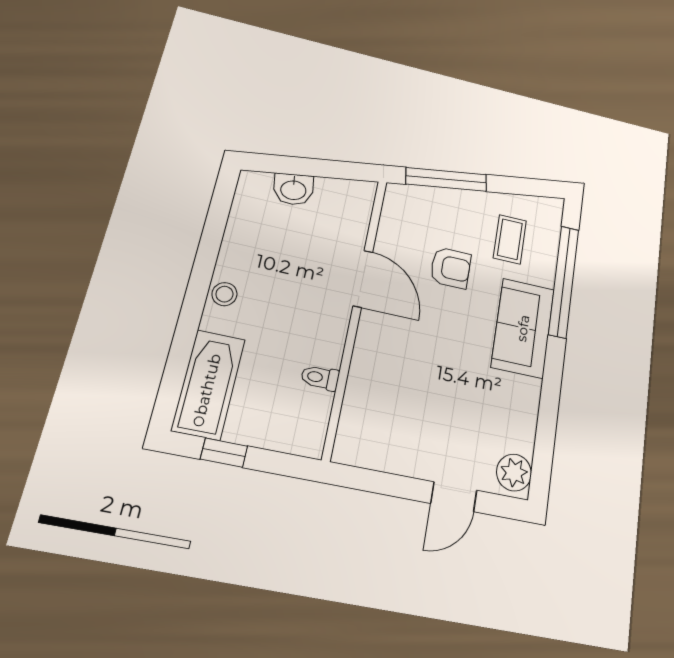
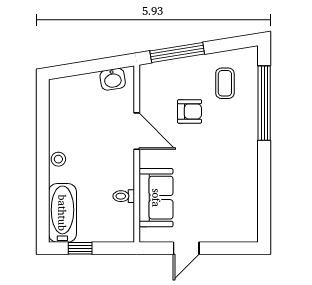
washbasin: (293, 189) -> (113, 79), moved
sofa: (523, 328) -> (156, 198), moved, turned 180
plant: (514, 473) -> (248, 228), removed
door: (454, 497) -> (186, 248), moved

